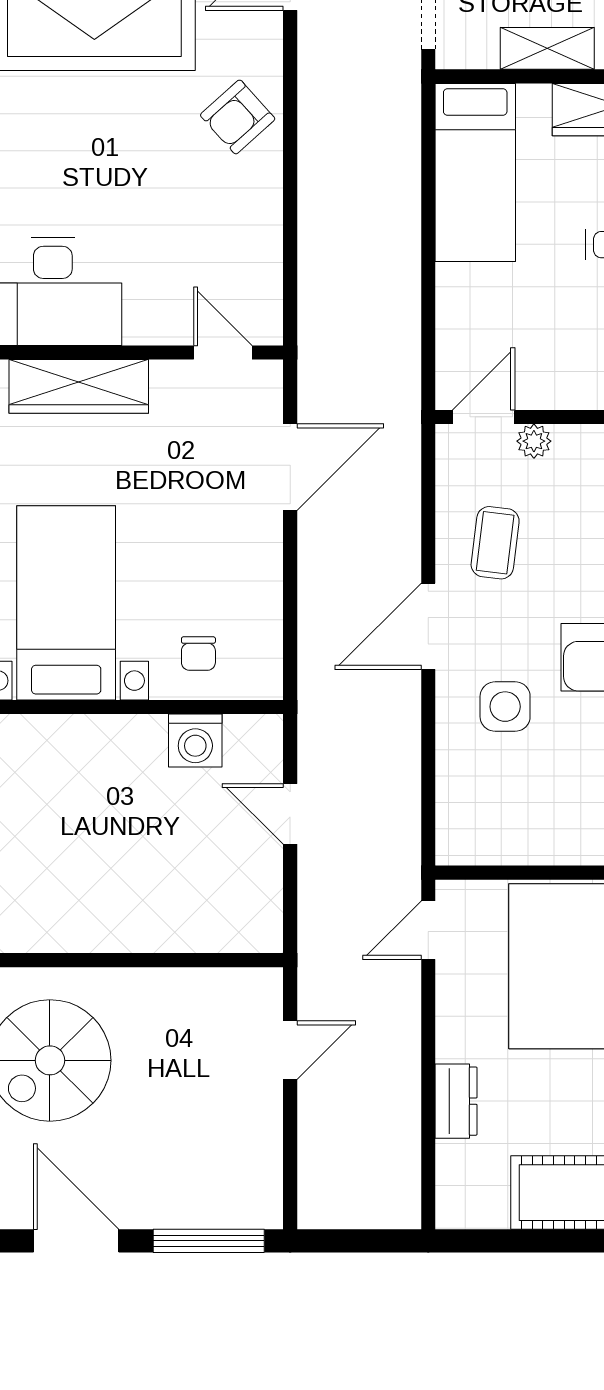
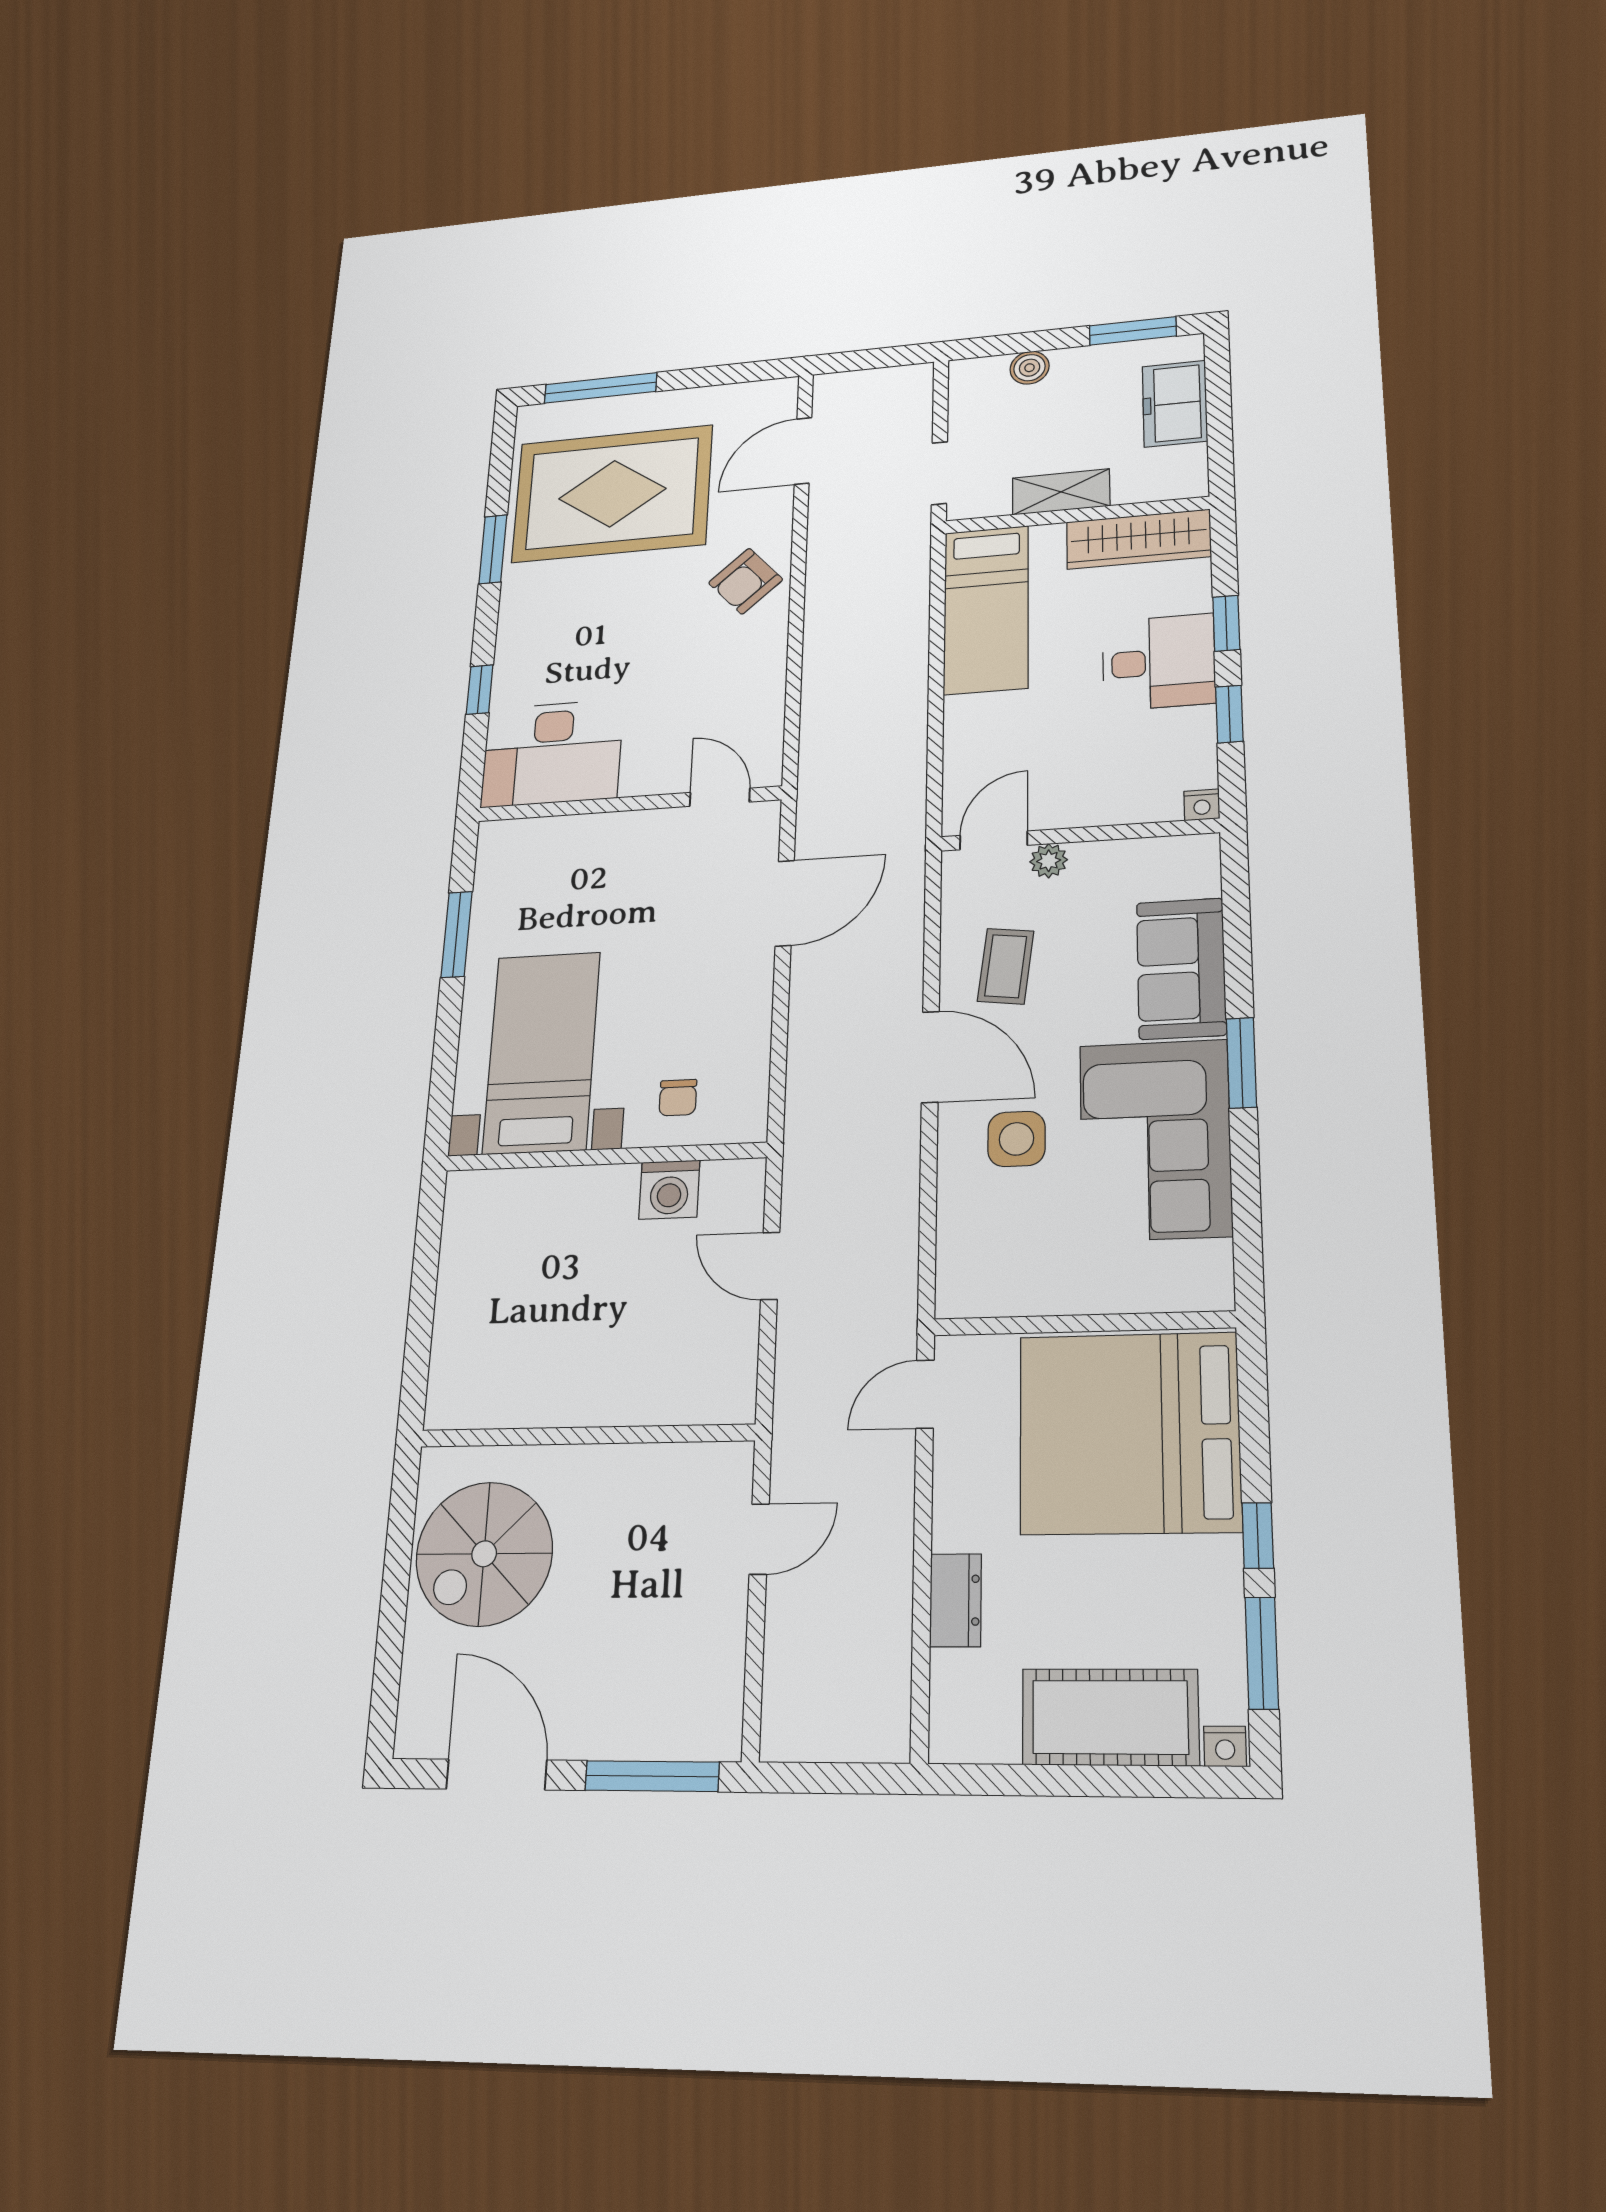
wardrobe: (79, 386) -> (571, 840), removed
door: (428, 626) -> (930, 1057), swing flipped

